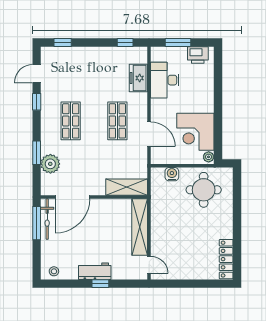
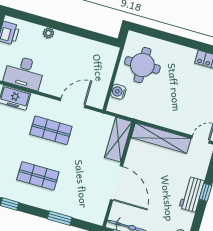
corner desk: (195, 132) -> (83, 57), removed
plant: (209, 157) -> (48, 33), moved
plant: (50, 164) -> (74, 208), removed
door: (72, 197) -> (116, 183), moved

